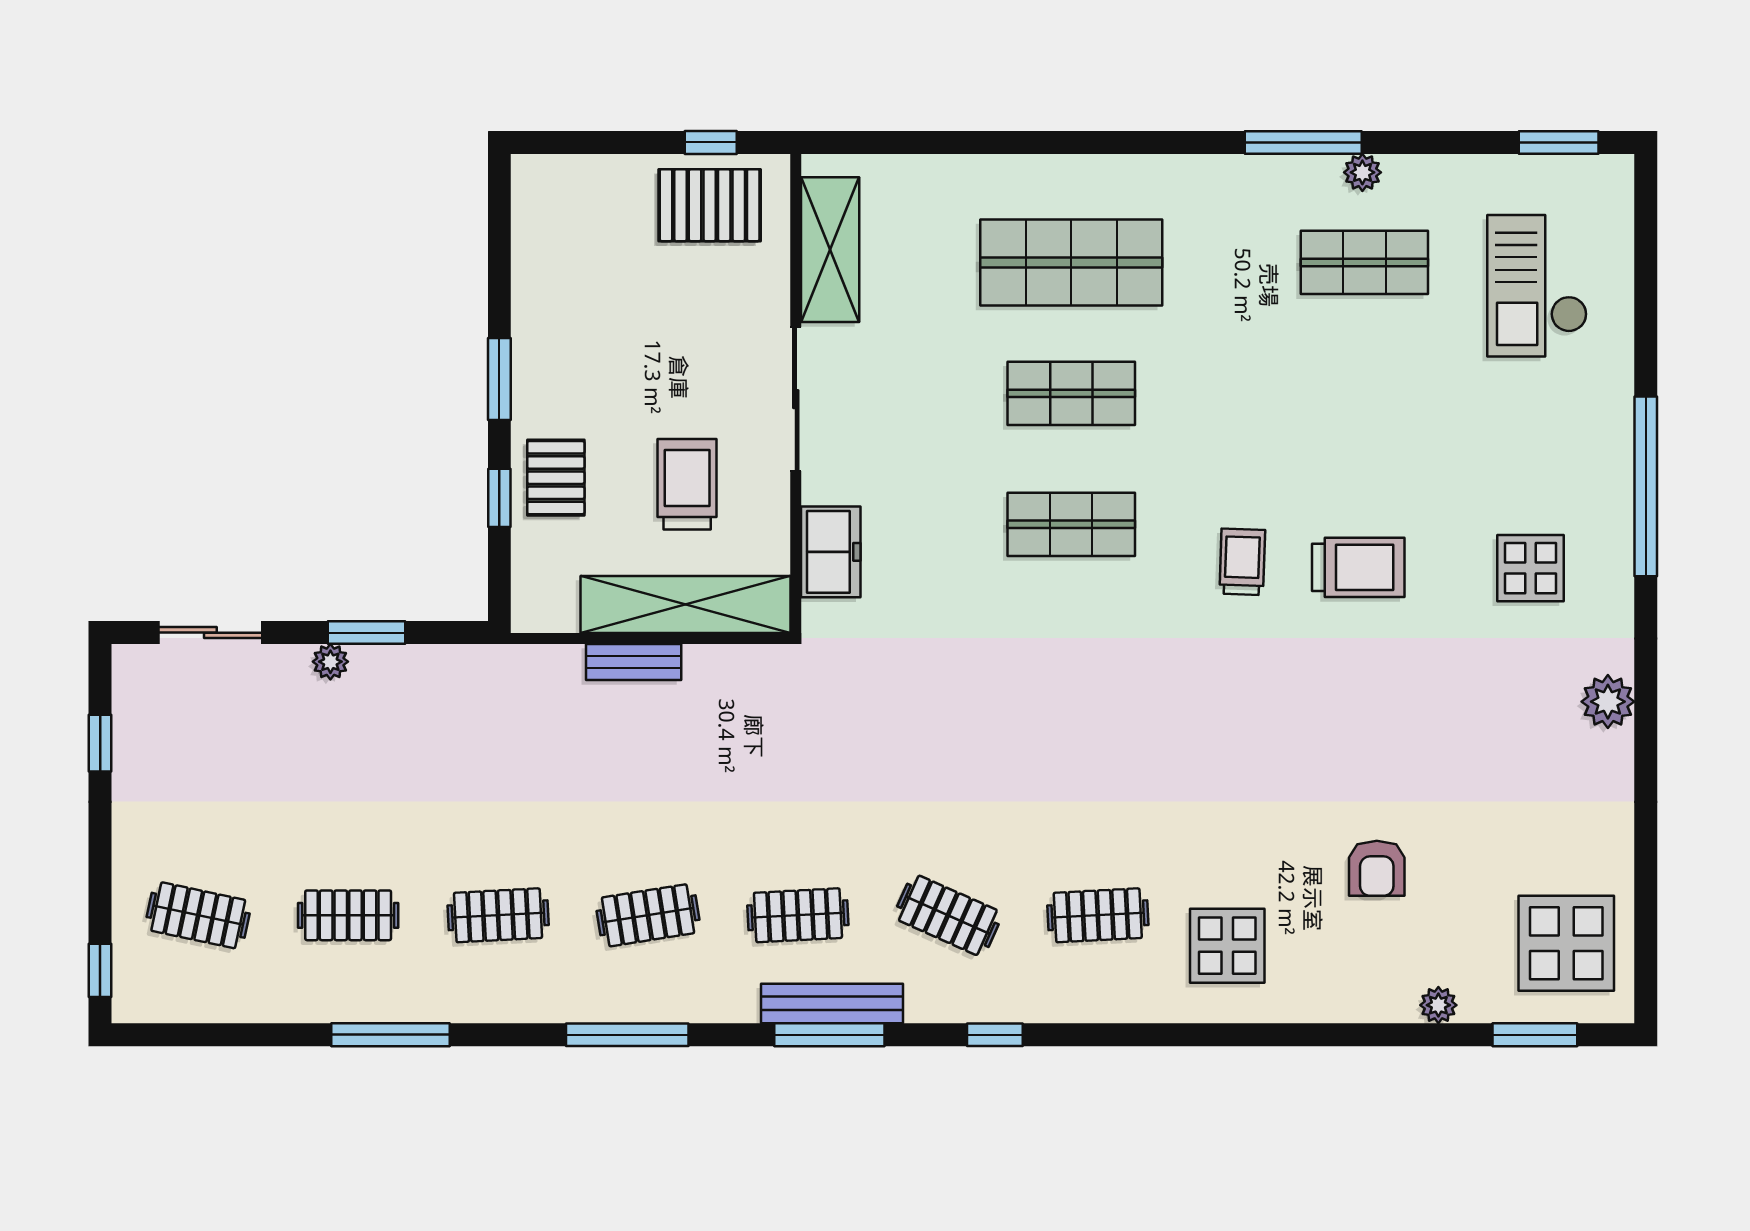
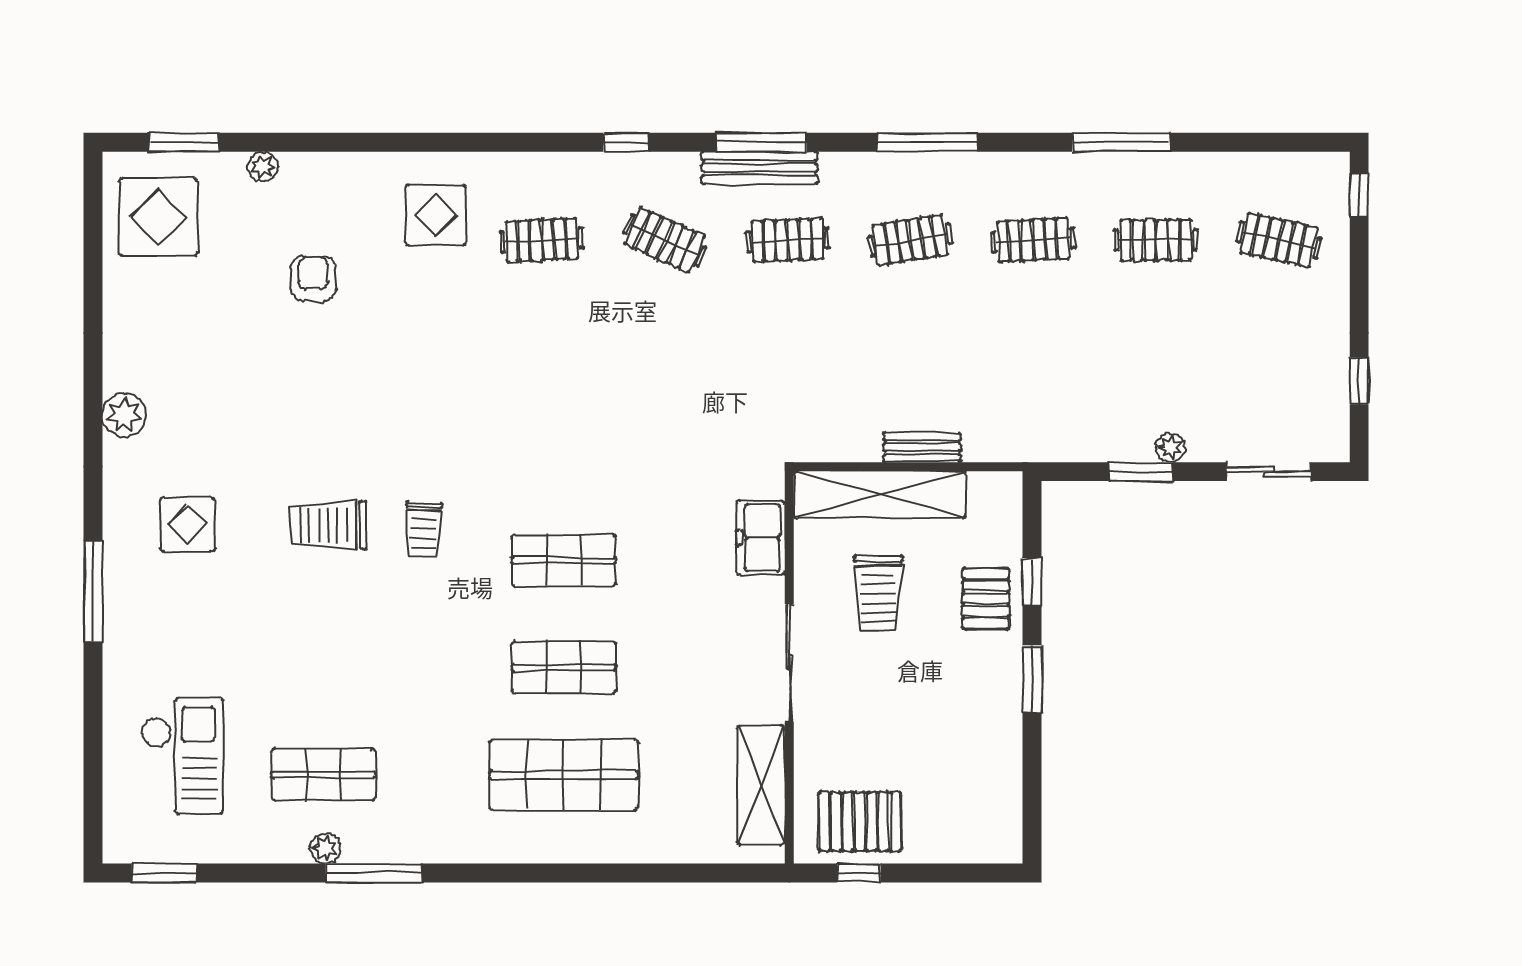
window: (1646, 486) -> (93, 591), width x0.68

